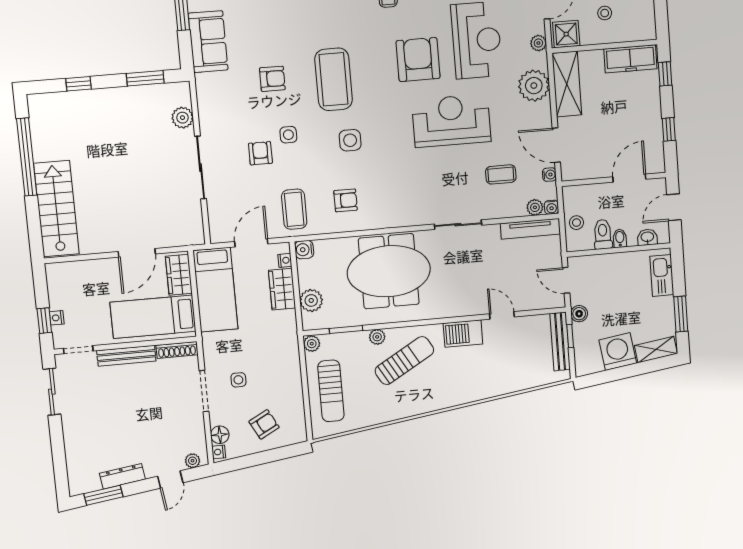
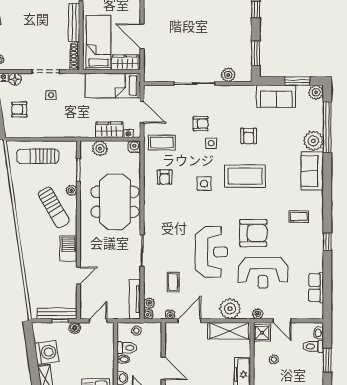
plant: (312, 344) -> (71, 146), removed
armchair: (264, 424) -> (19, 109), turned 117

